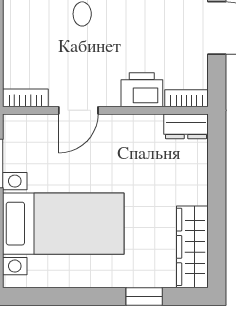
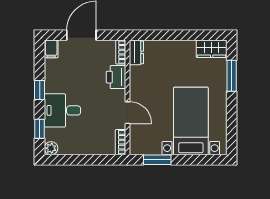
wardrobe: (192, 247) -> (212, 49), width x0.67
window: (144, 296) -> (232, 76), width x1.50

